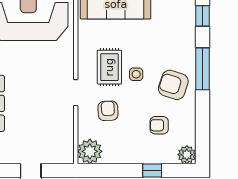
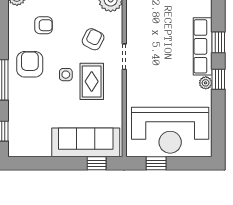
armchair: (173, 85) -> (30, 64), turned -108
armchair: (108, 111) -> (93, 39), turned -150

